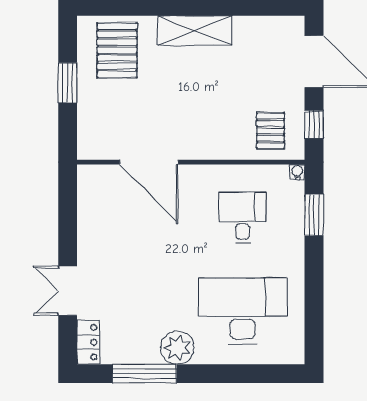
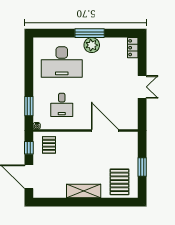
double door: (68, 291) -> (142, 87), moved
window: (145, 374) -> (90, 33), moved

